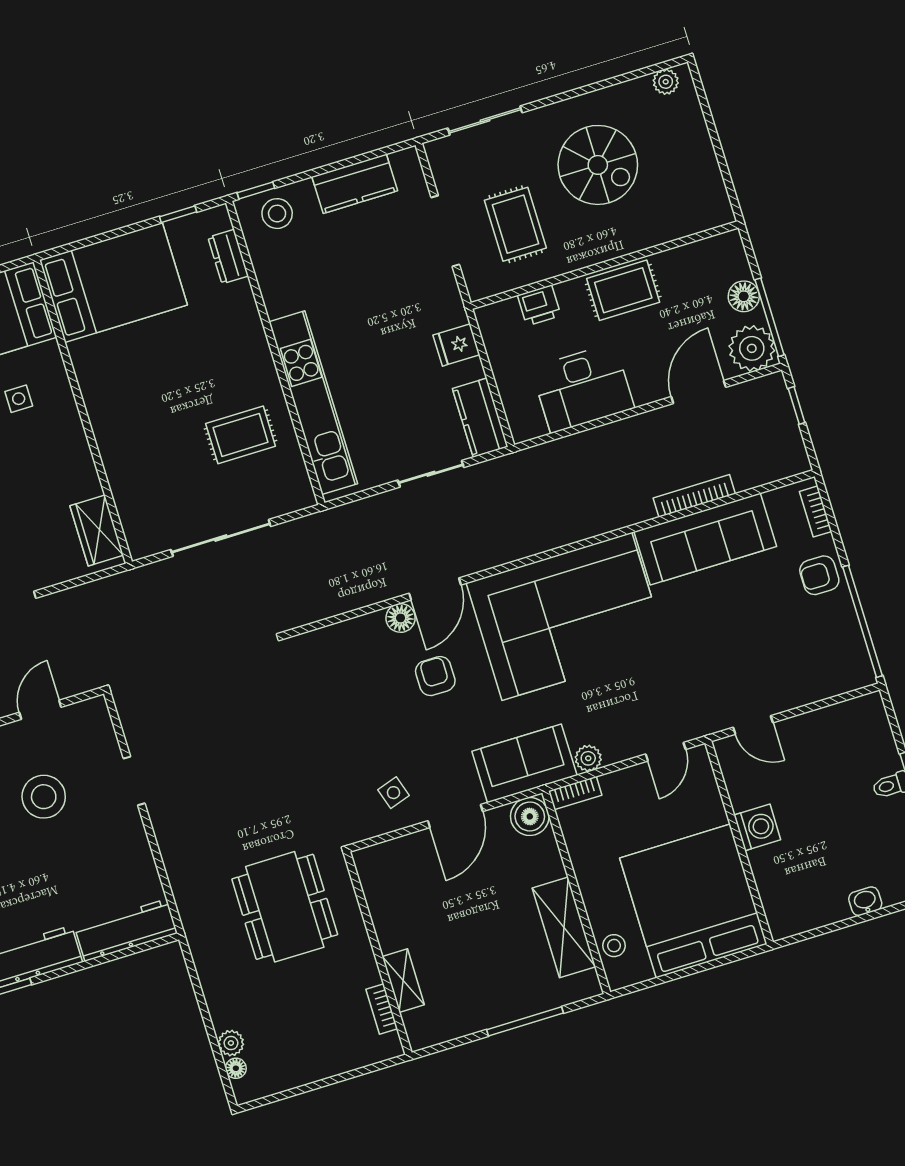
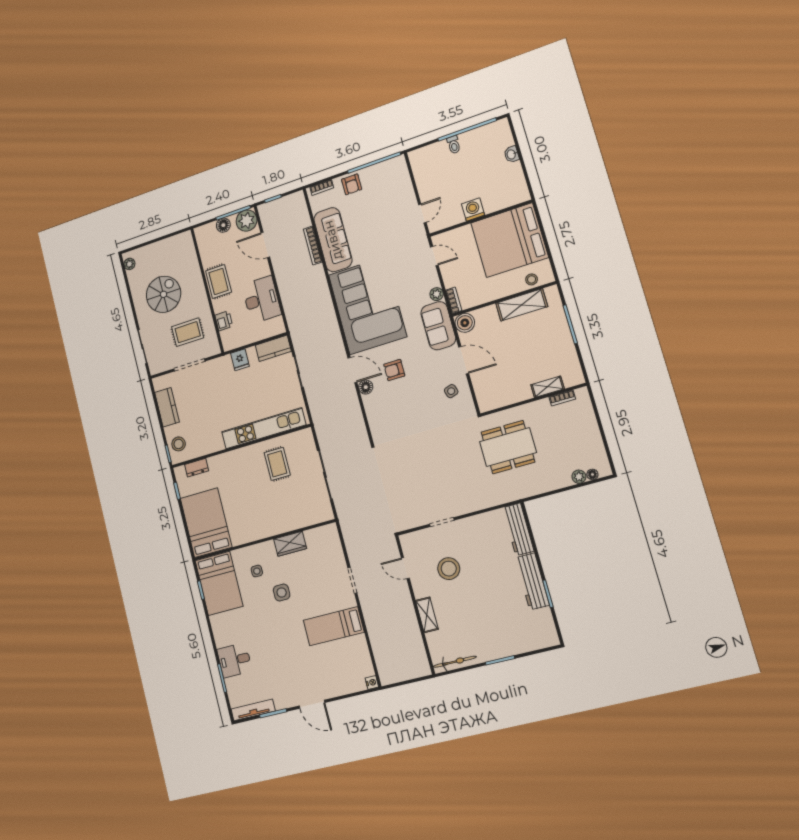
wardrobe: (97, 530) -> (290, 544), moved

